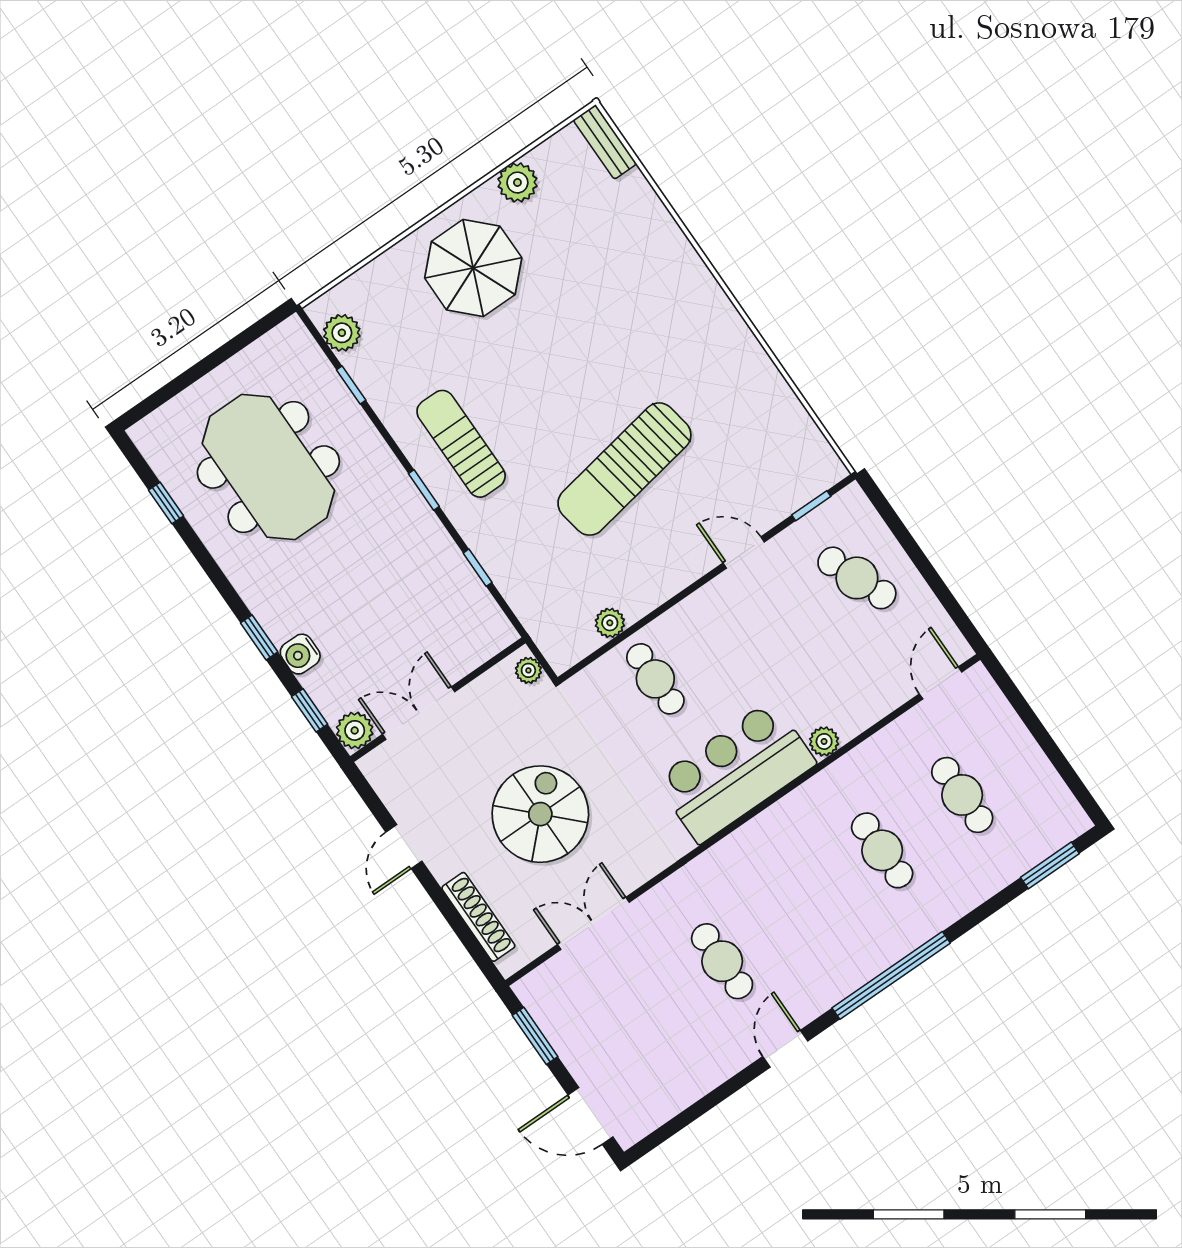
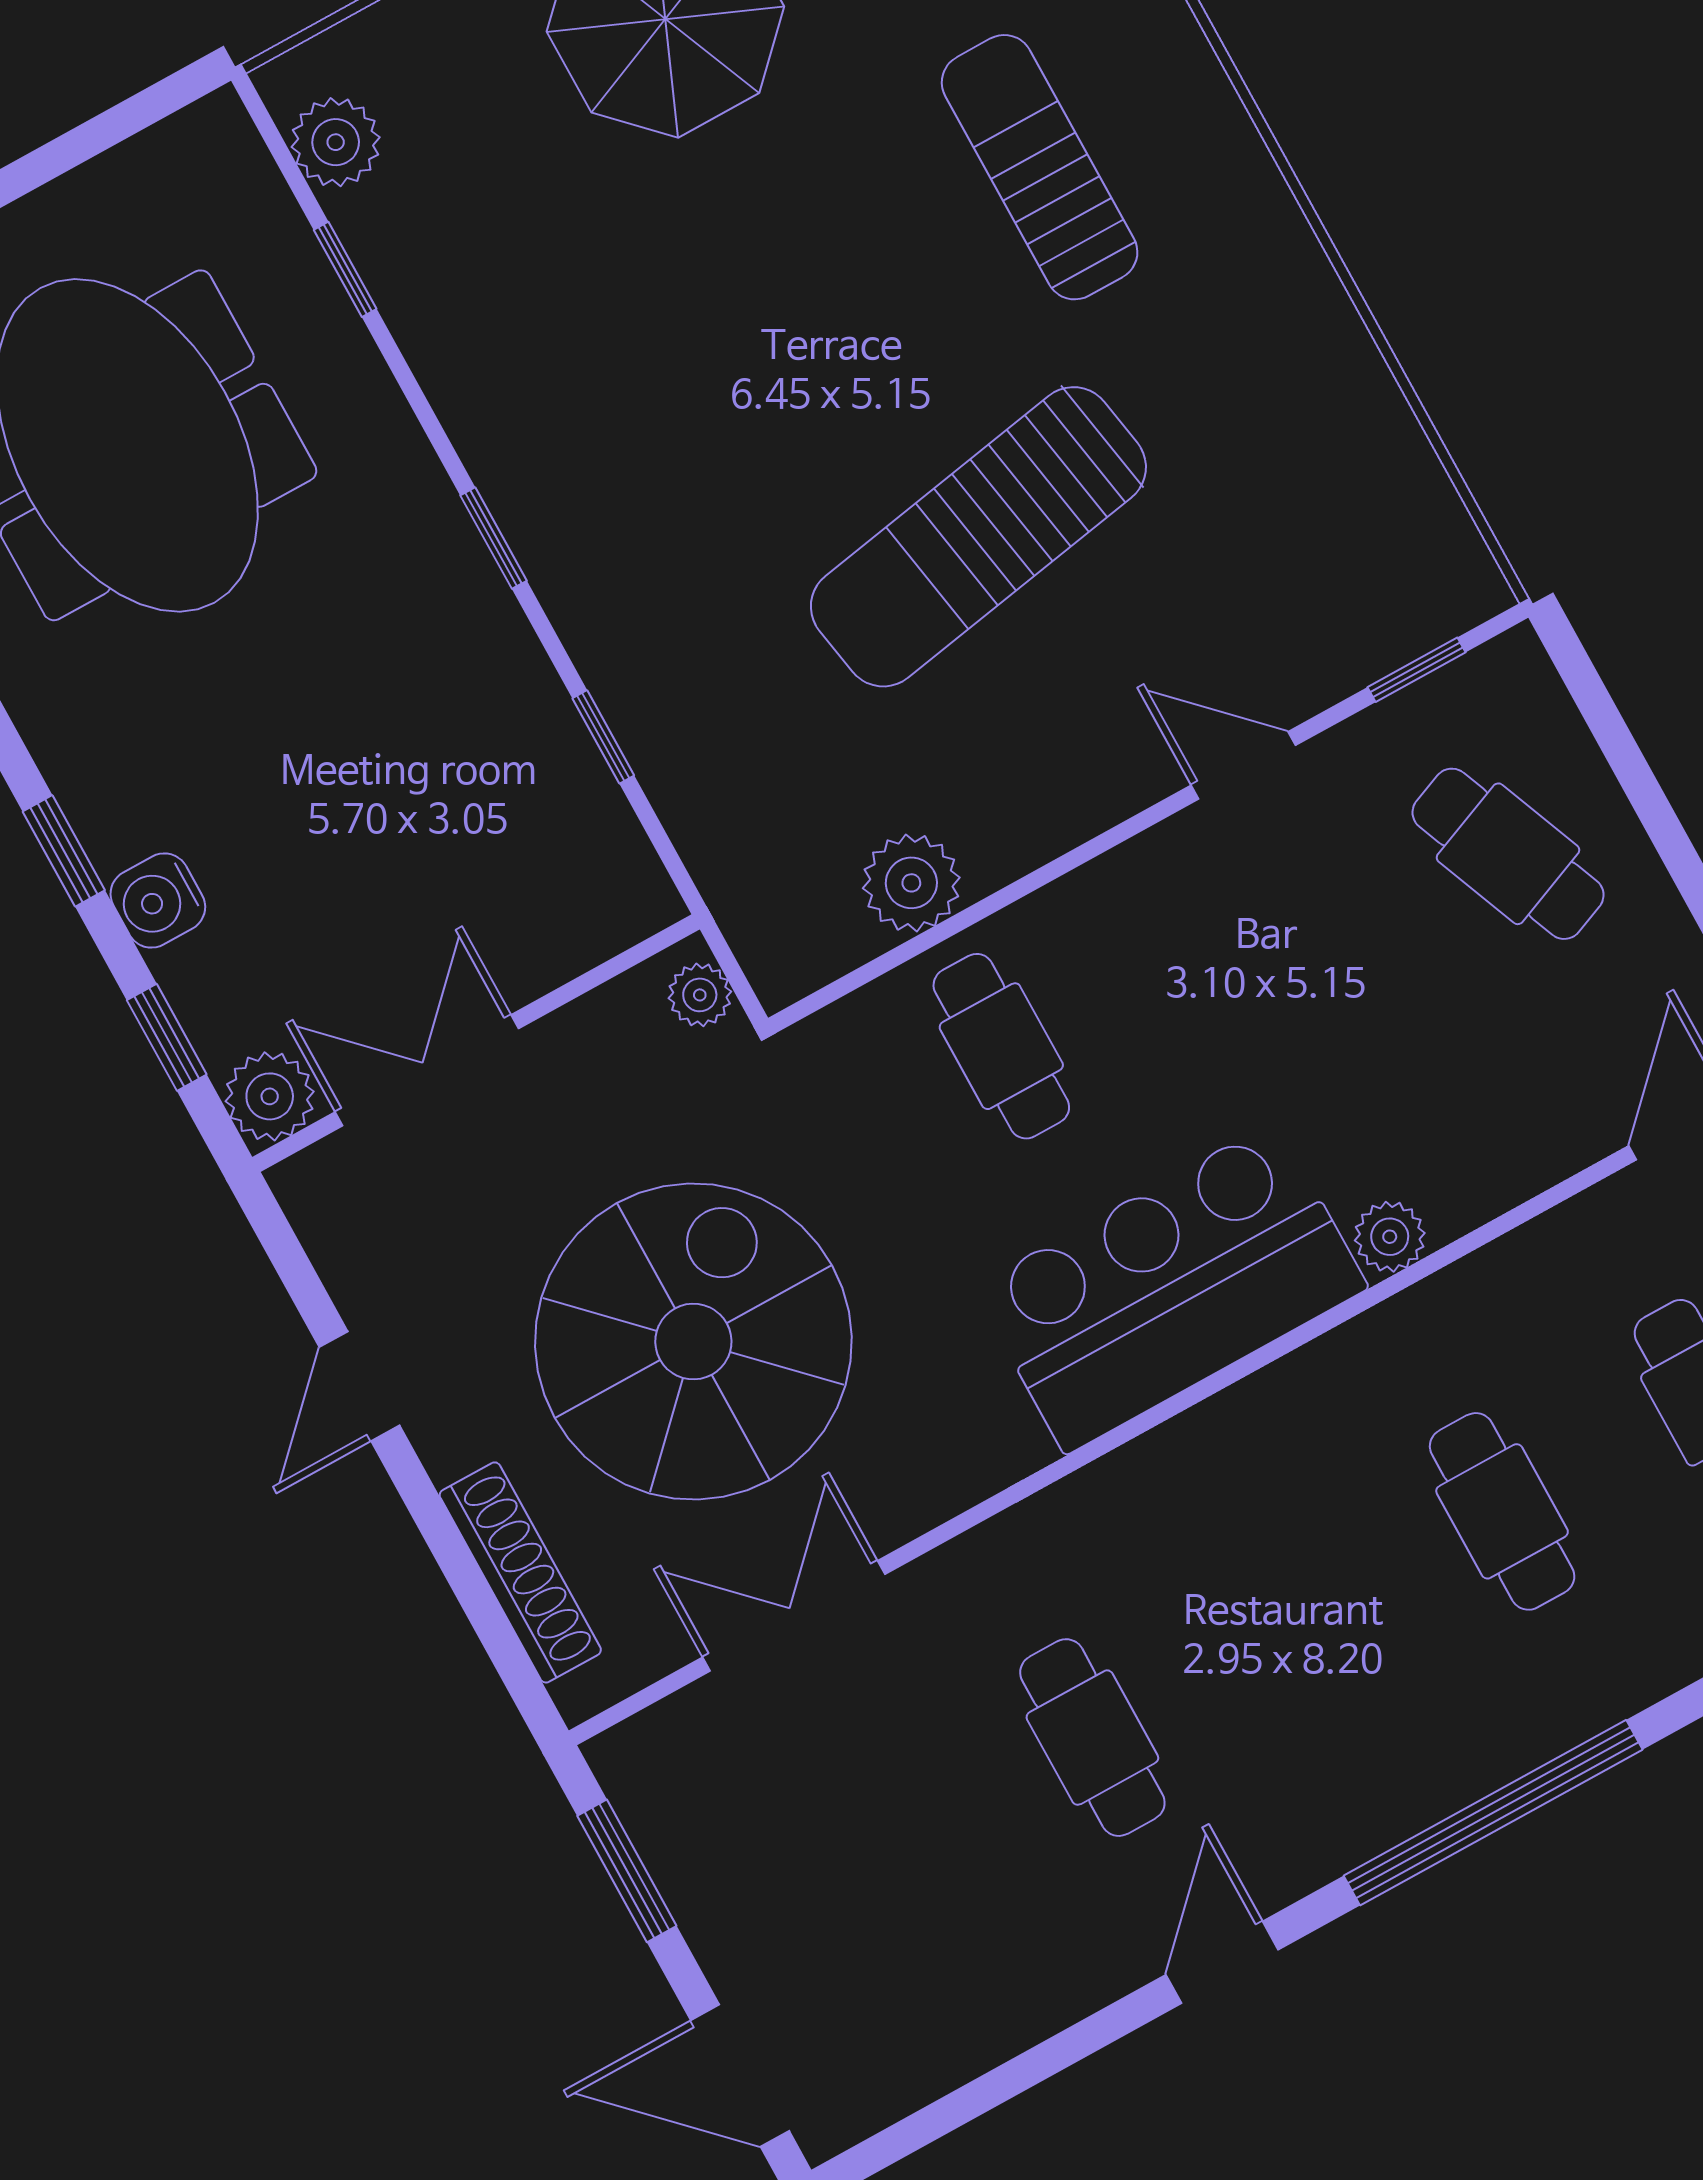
sun lounger: (461, 444) -> (1040, 167), moved
plant: (610, 623) -> (911, 883), width x1.38, depth x1.38
spiral stairs: (540, 814) -> (693, 1342), width x1.37, depth x1.37

